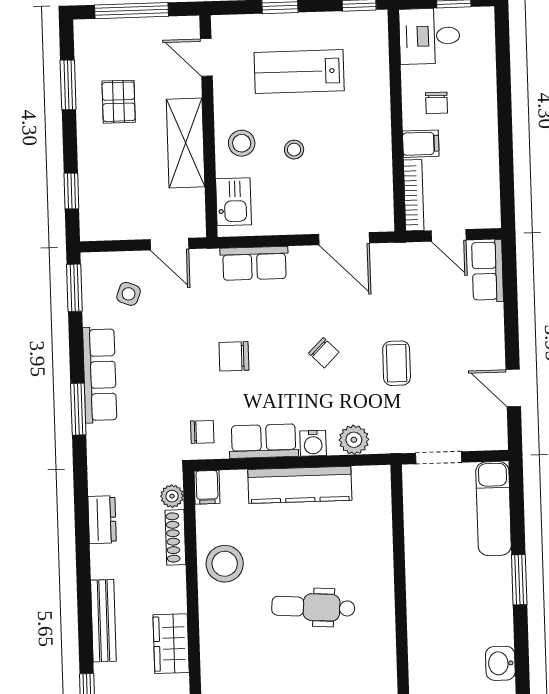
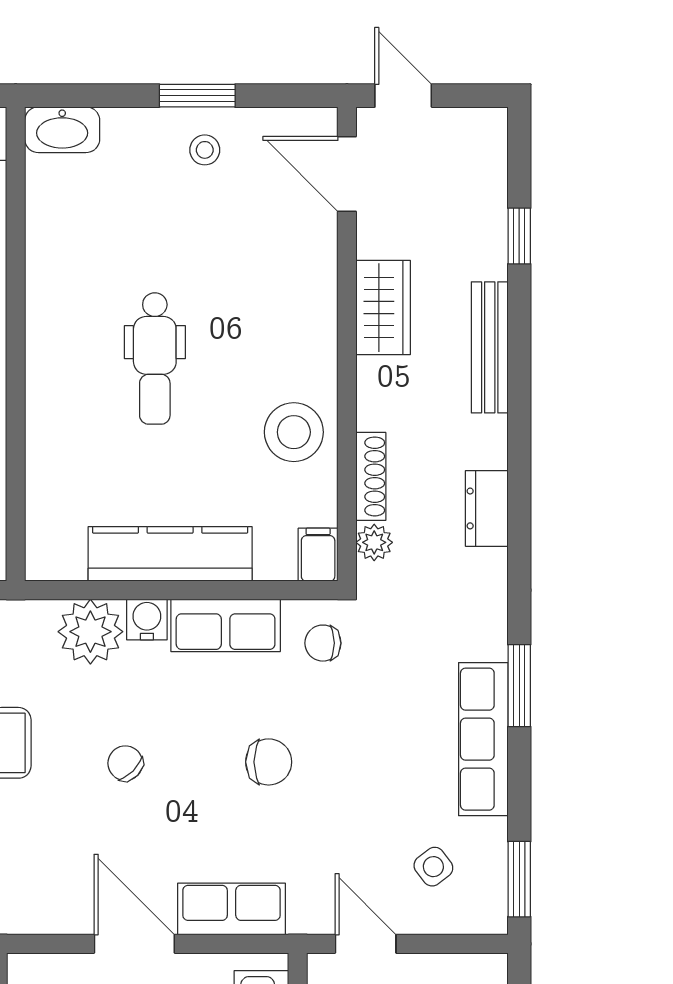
door: (344, 239) -> (134, 944), moved
side table: (129, 294) -> (433, 867), turned 32
plant: (354, 440) -> (90, 632), width x1.36, depth x1.36
dental chair: (313, 607) -> (155, 359), turned 86

